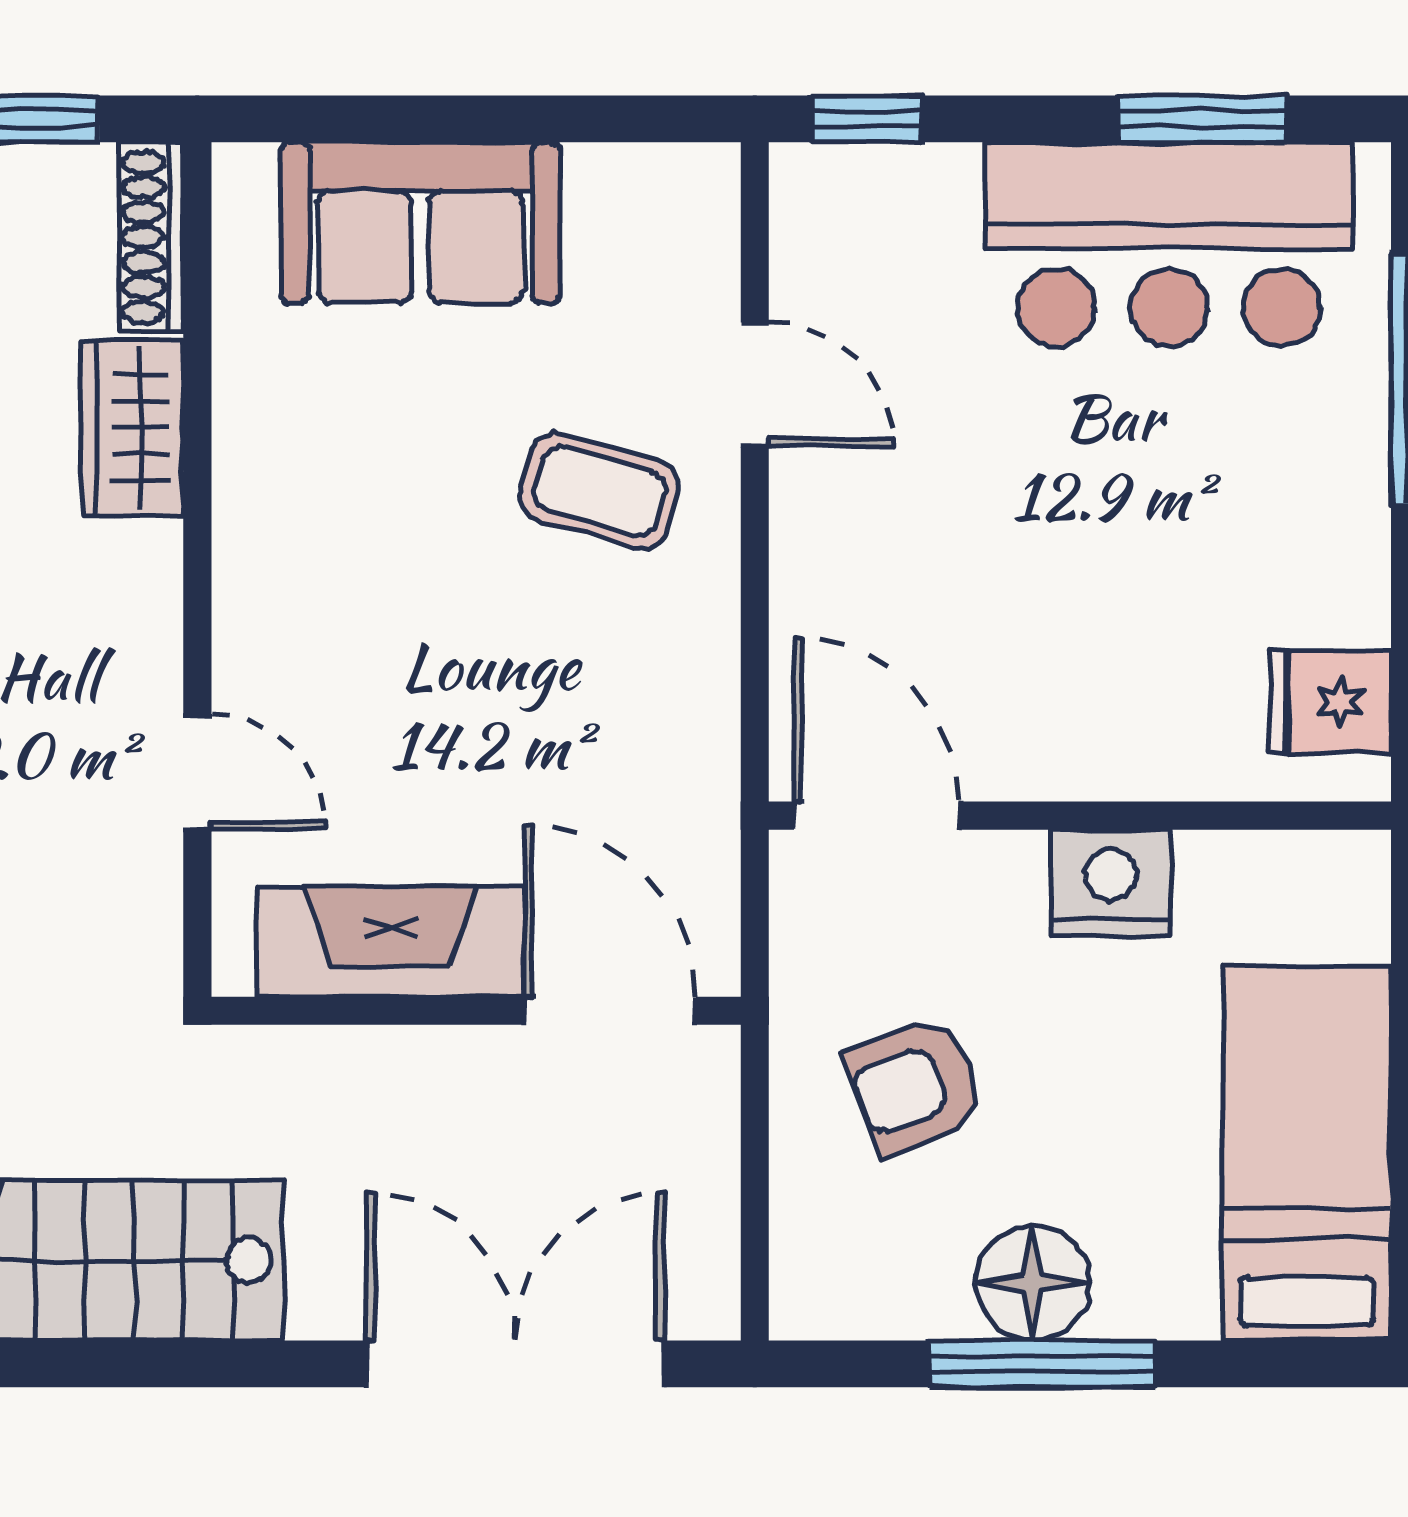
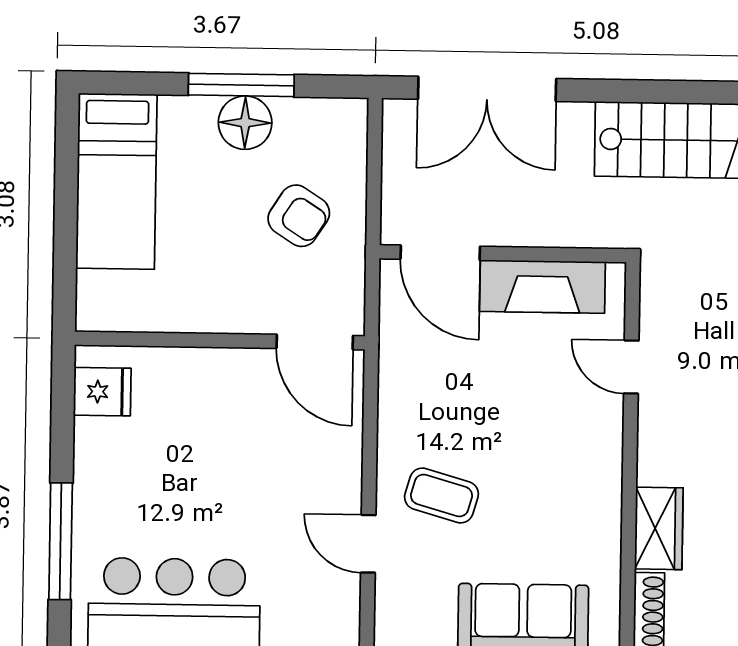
nightstand: (1111, 883) -> (206, 309), removed
armchair: (915, 1085) -> (299, 216), turned 54

